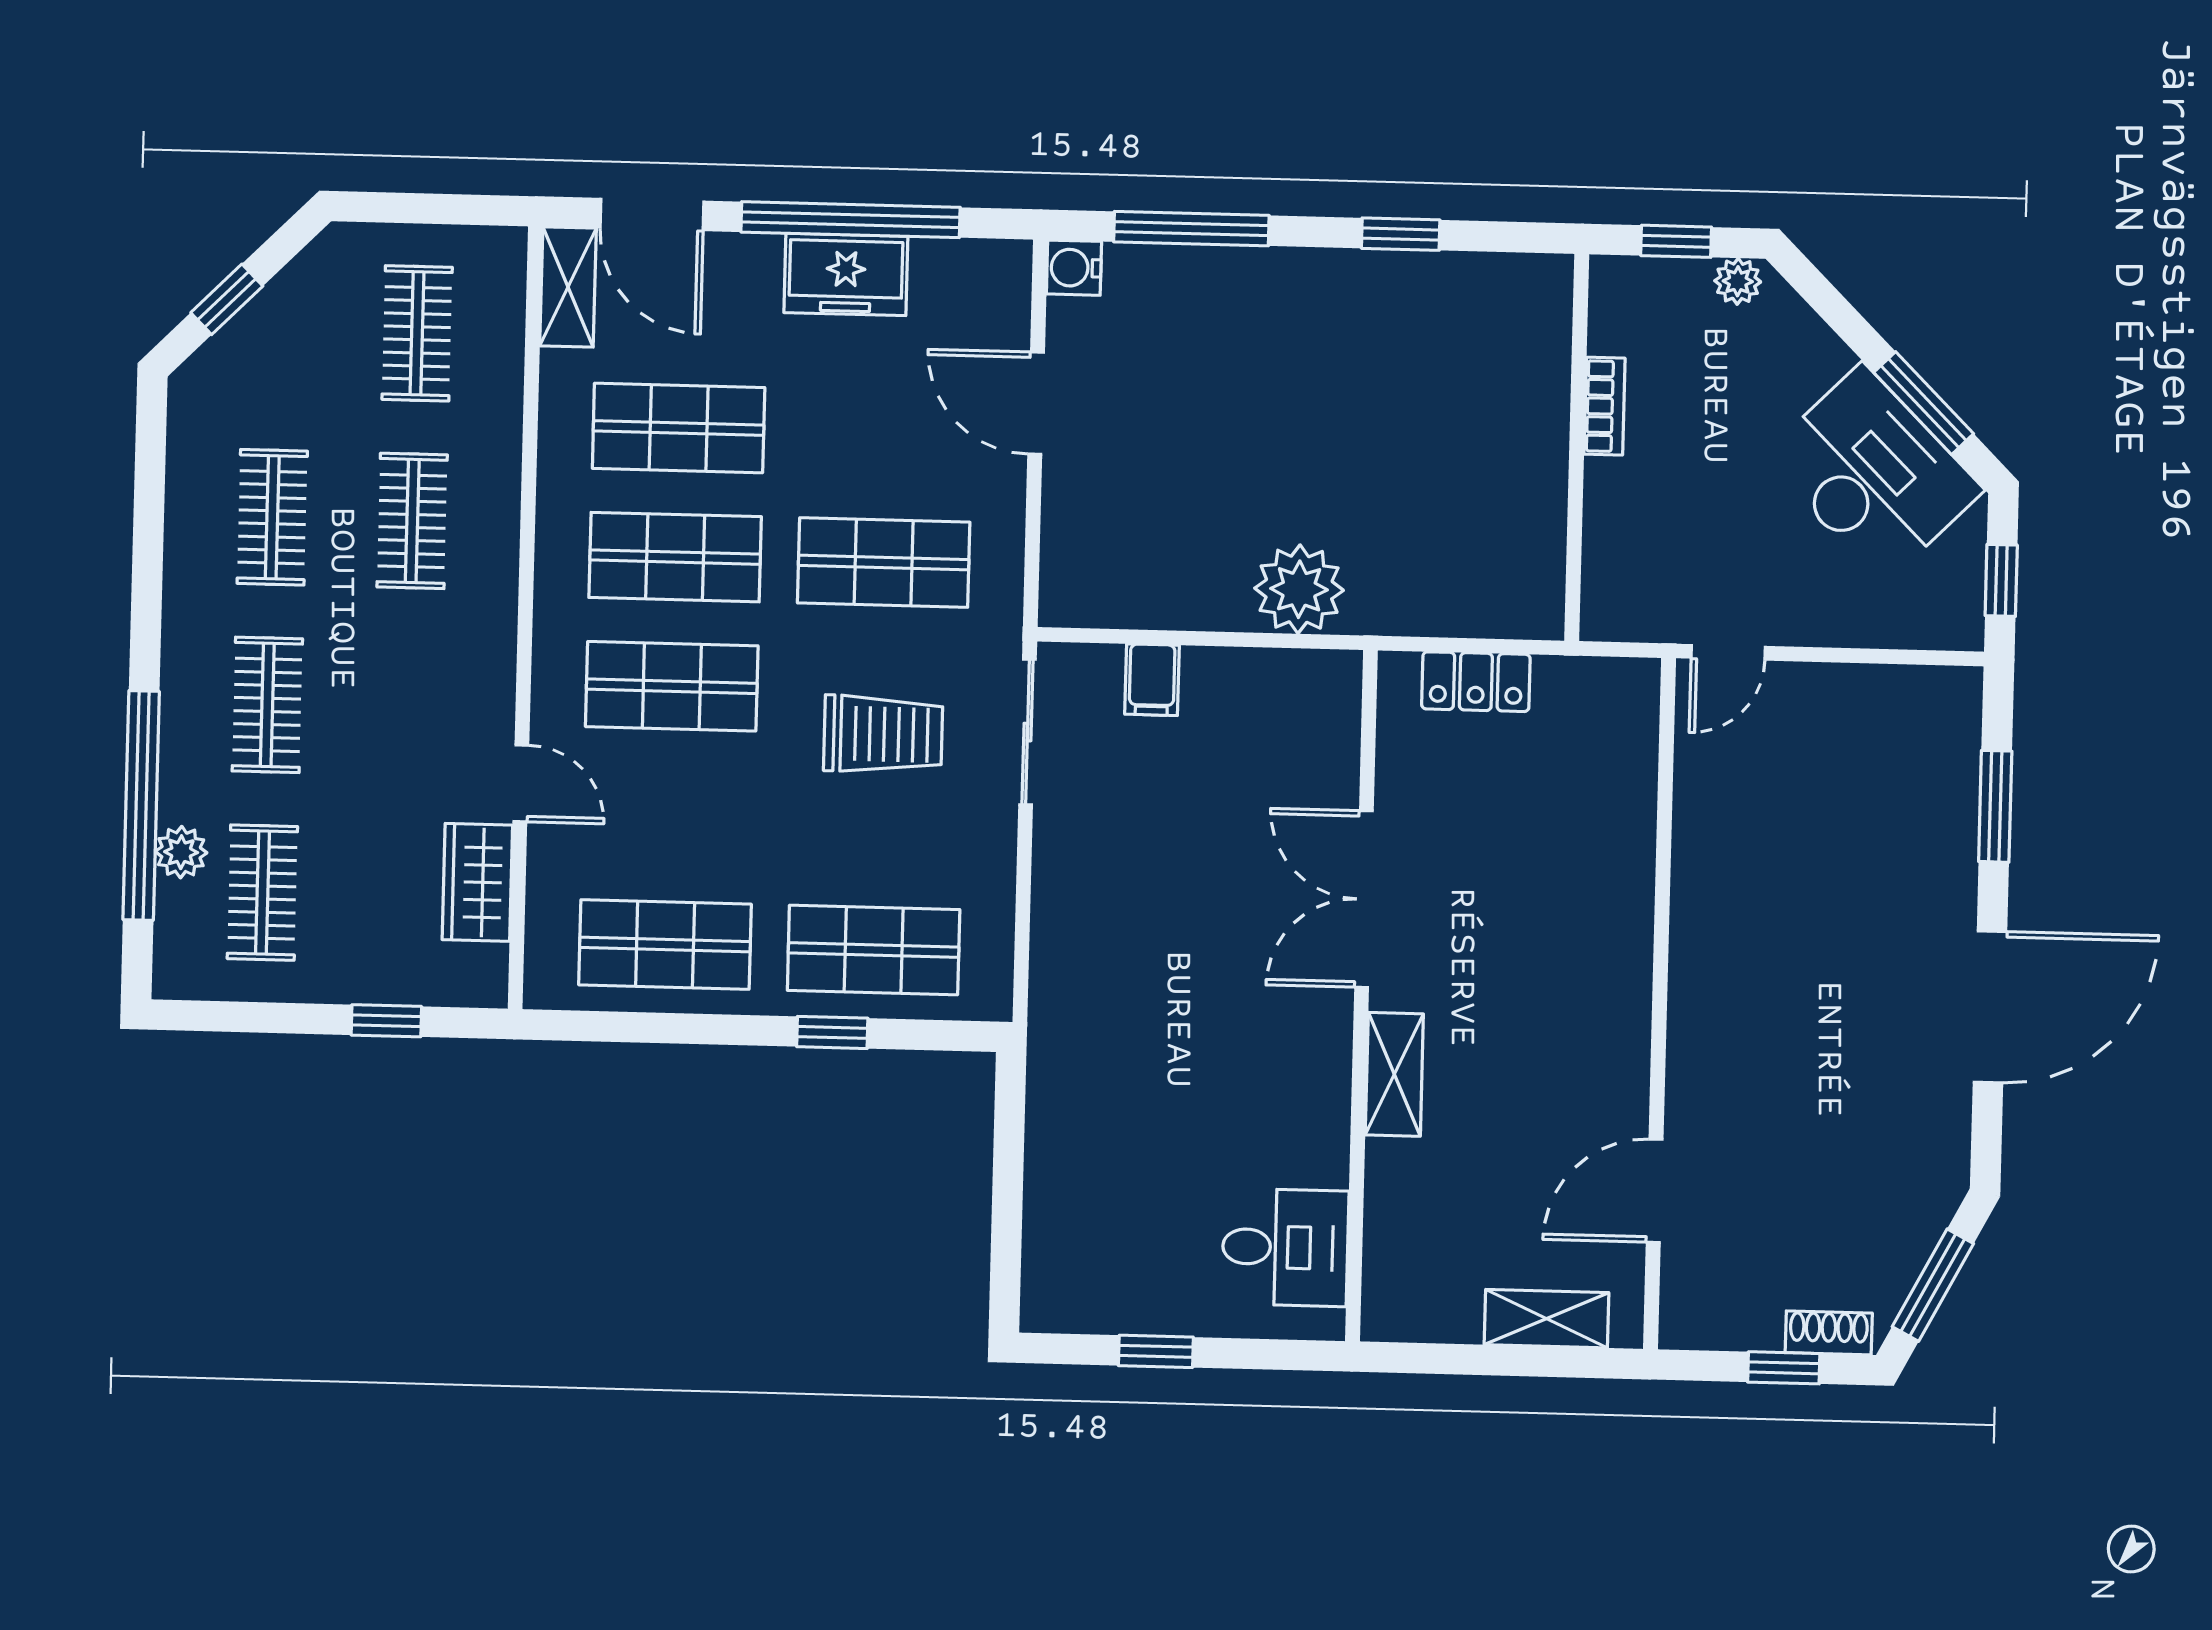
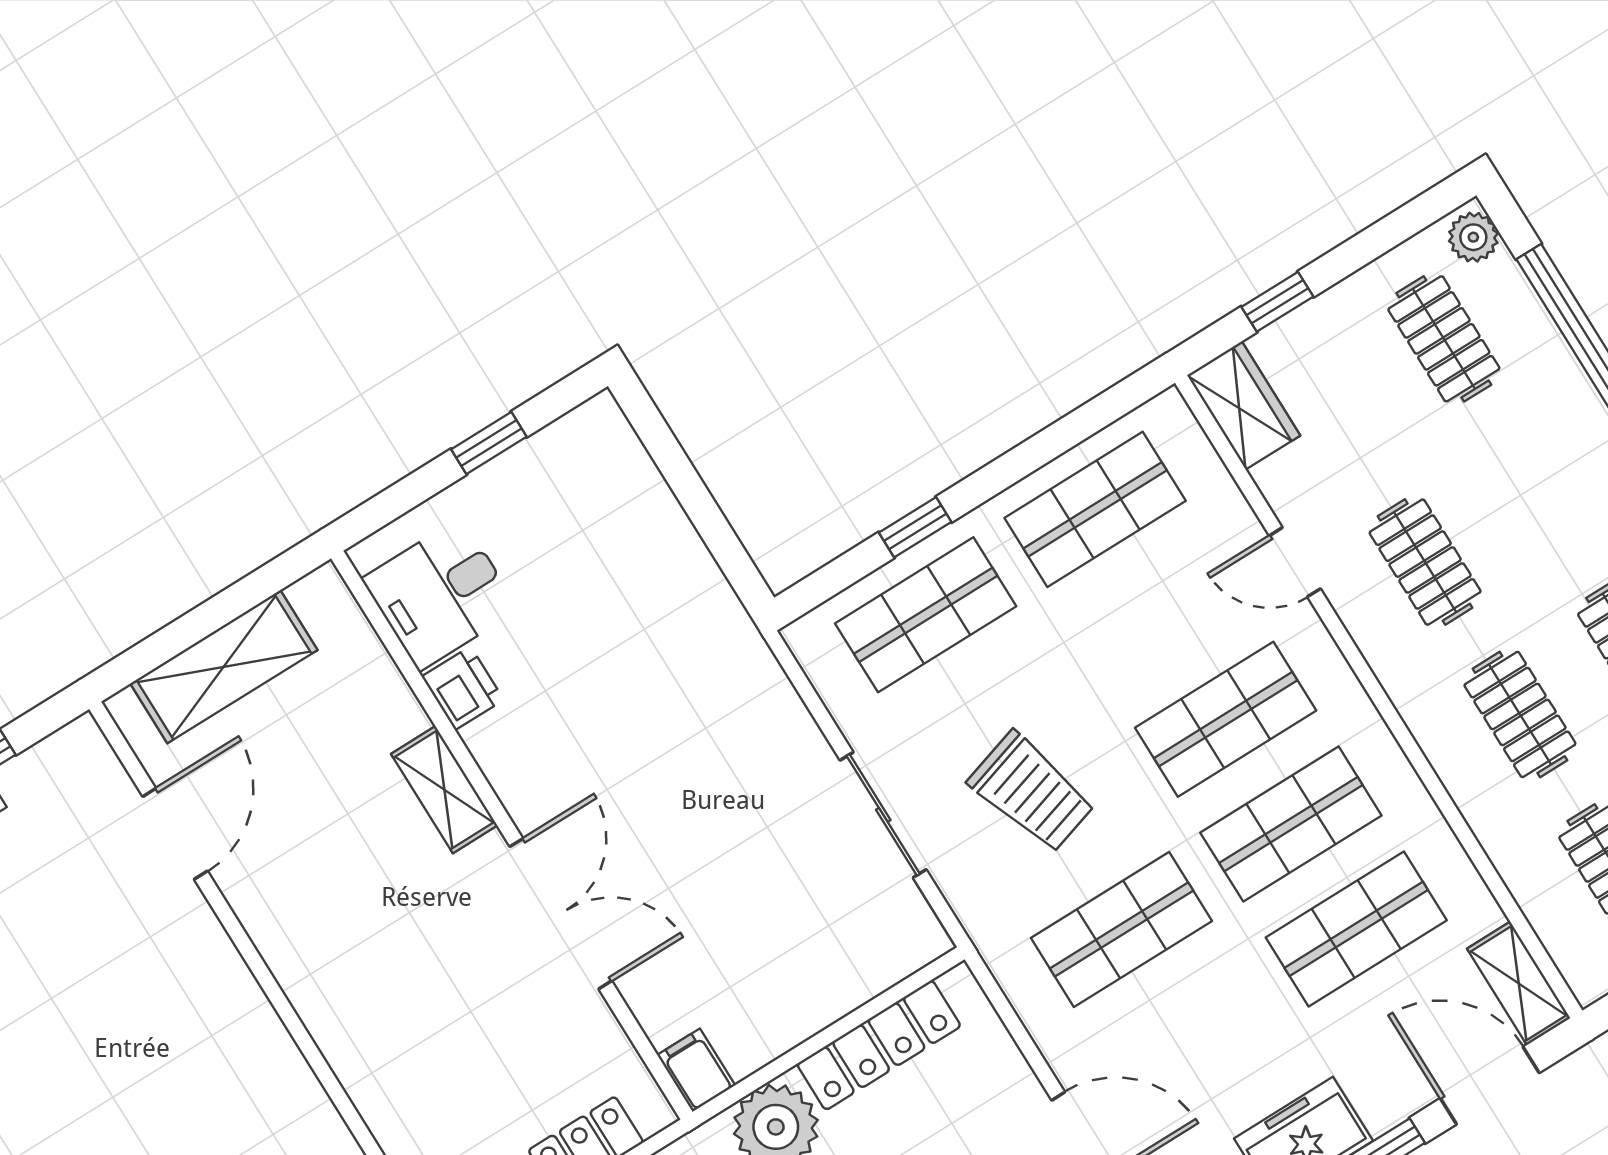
locker: (1162, 601) -> (879, 1045), added
filing cabinet: (1152, 680) -> (696, 1070), moved
clothes rail: (267, 705) -> (1425, 562), moved
sliding door: (1028, 732) -> (883, 815), moved
trolley: (883, 734) -> (1032, 792), turned -107
plant: (181, 852) -> (1473, 237), moved
wardrobe: (477, 882) -> (1244, 405), moved
printer: (1320, 1152) -> (463, 688), added
shelving: (1547, 1319) -> (224, 667), width x1.50, depth x1.33

